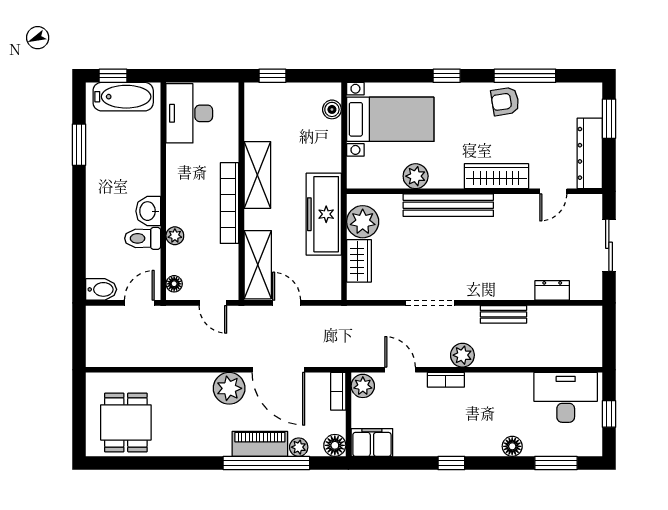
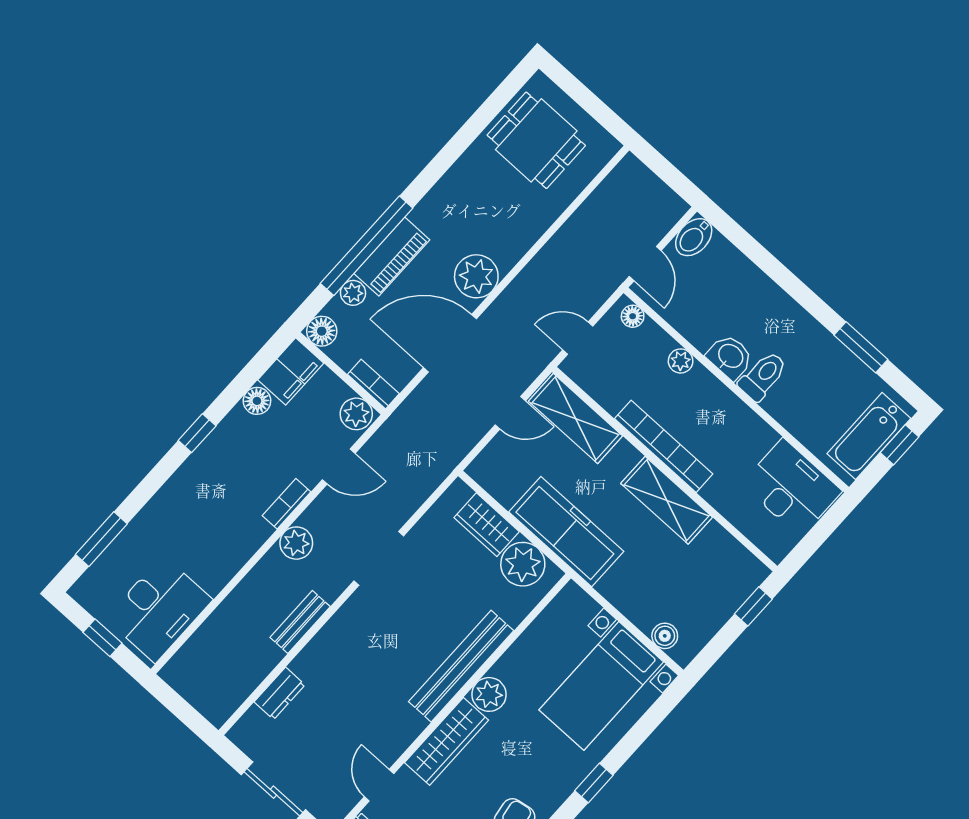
plant: (416, 176) -> (489, 694), moved
toilet: (143, 238) -> (763, 376), moved
floor lamp: (512, 446) -> (257, 401), moved

